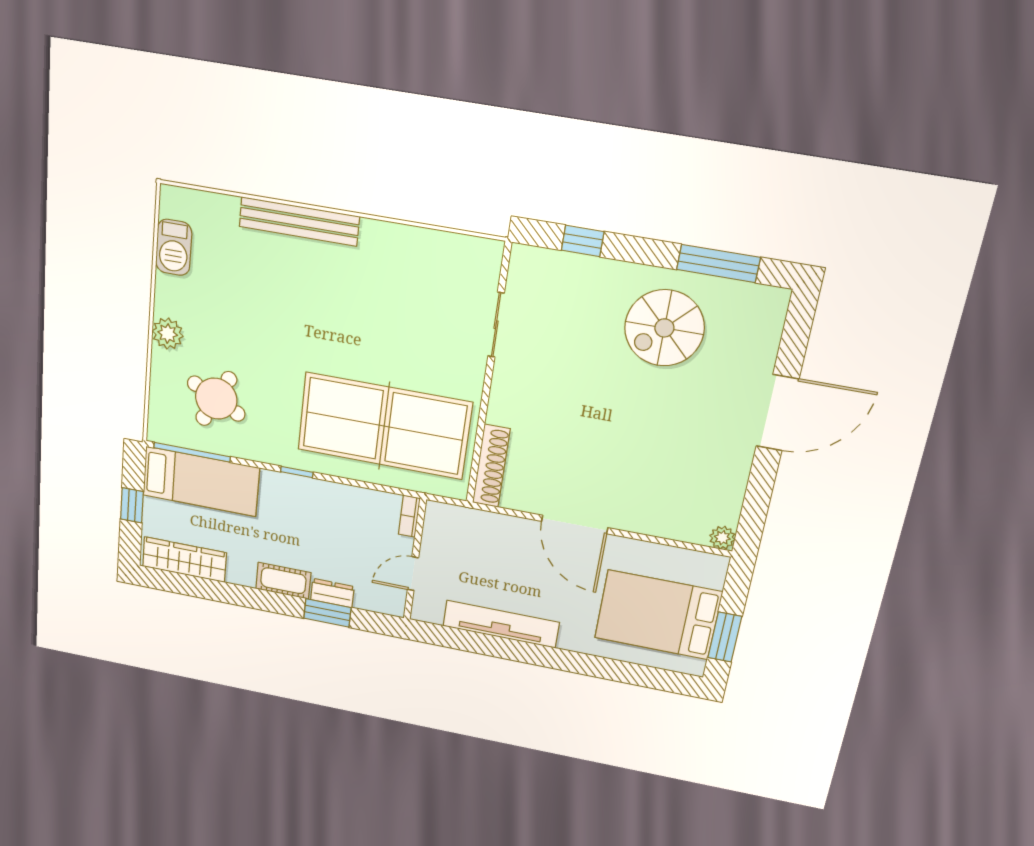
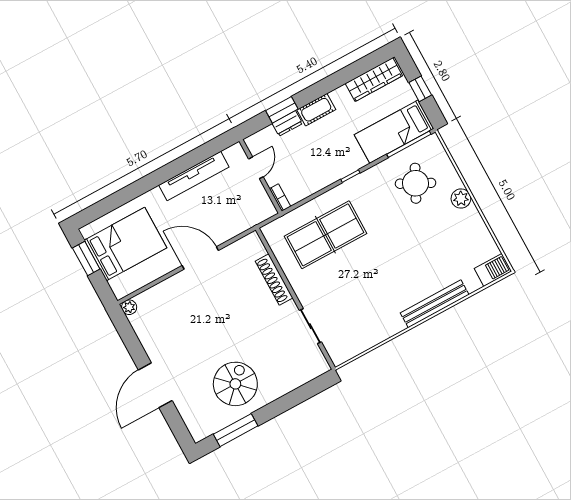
window: (583, 241) -> (301, 394), removed
barbecue: (174, 247) -> (493, 270), moved, turned 90
table tennis table: (384, 426) -> (326, 235), width x0.73, depth x0.76
shoe rack: (491, 466) -> (274, 279), moved

